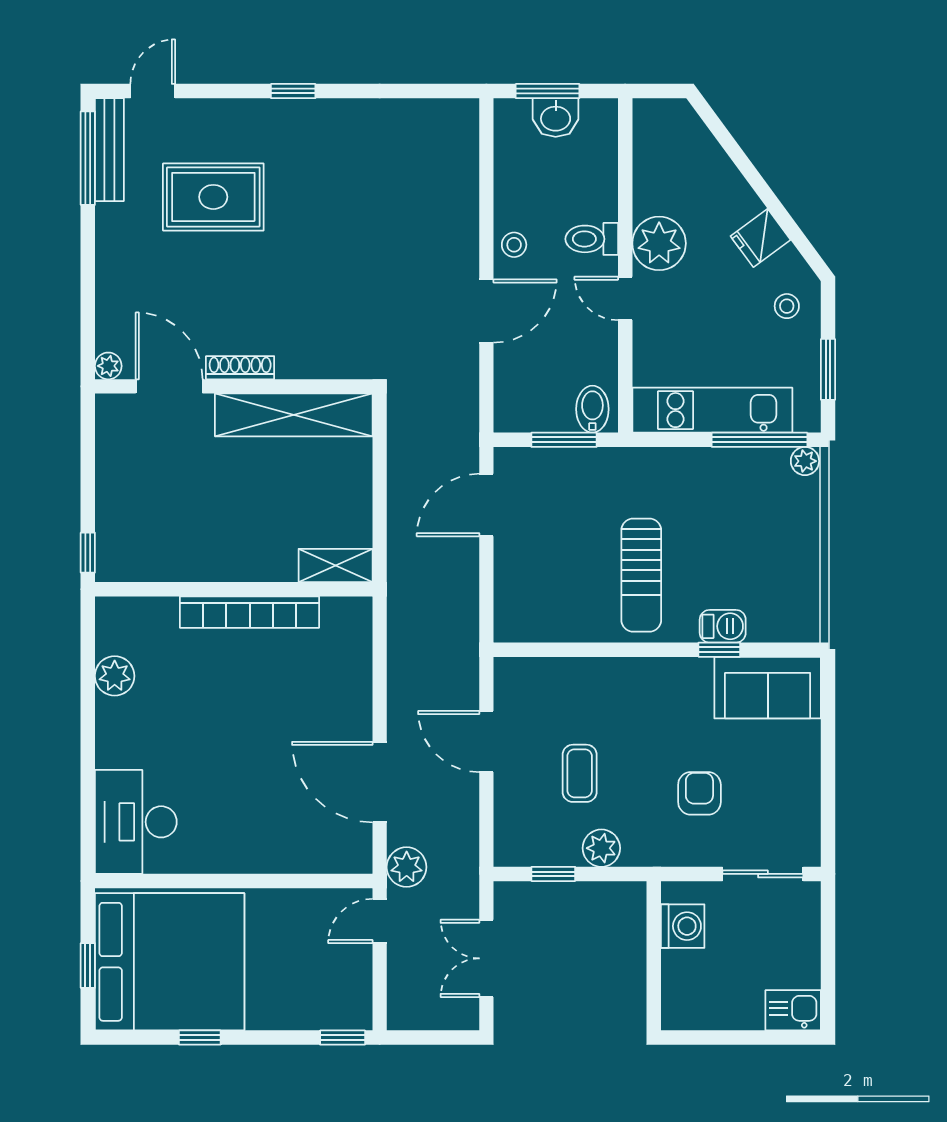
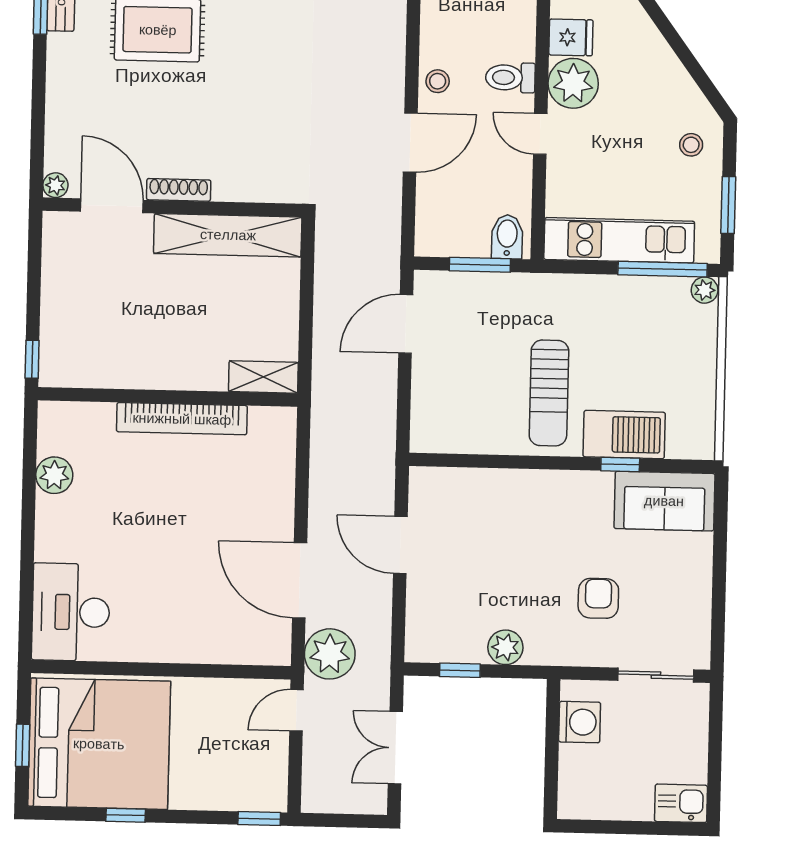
fridge: (760, 238) -> (571, 37), moved, turned -144
barbecue: (723, 626) -> (624, 435), width x1.88, depth x1.53
coffee table: (580, 773) -> (487, 577), removed
plant: (407, 867) -> (330, 654), width x1.36, depth x1.36

